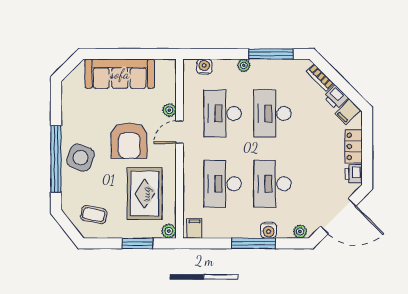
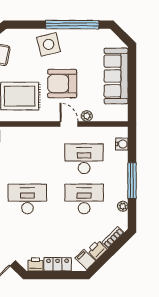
window: (271, 54) -> (132, 181), moved
plant: (244, 65) -> (123, 206), moved
side table: (80, 158) -> (49, 44), turned -35
window: (56, 159) -> (72, 25), moved
desk: (223, 184) -> (27, 159), removed

